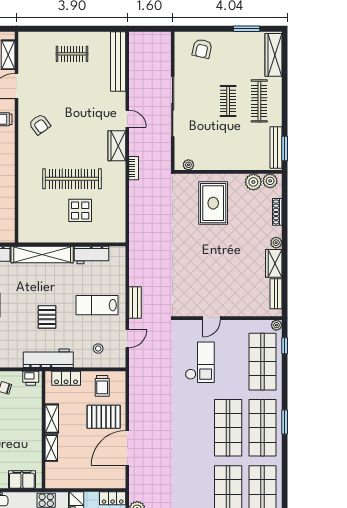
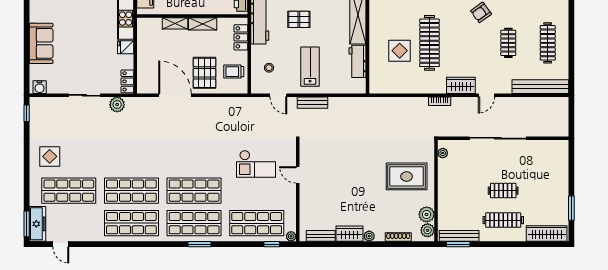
armchair: (202, 49) -> (553, 166), removed
clothes rail: (72, 54) -> (548, 43), width x1.36
clothes rail: (72, 95) -> (508, 43), added

